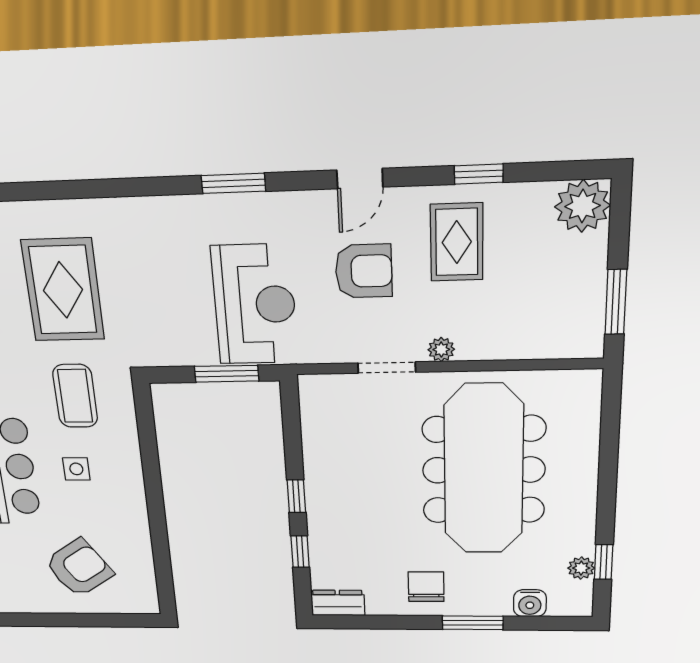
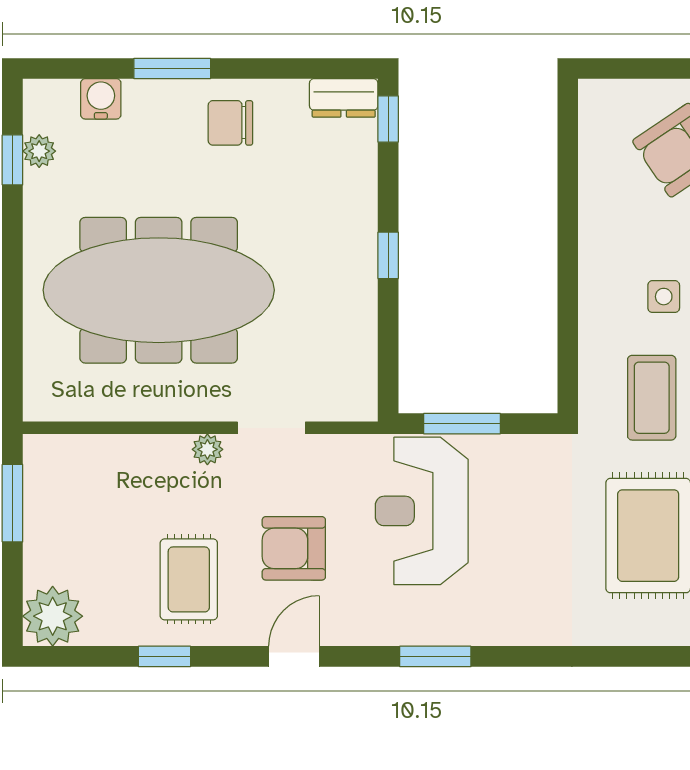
meeting table: (484, 470) -> (159, 290), turned 90
window: (300, 552) -> (388, 119), moved
chair: (426, 587) -> (230, 123), turned 90

